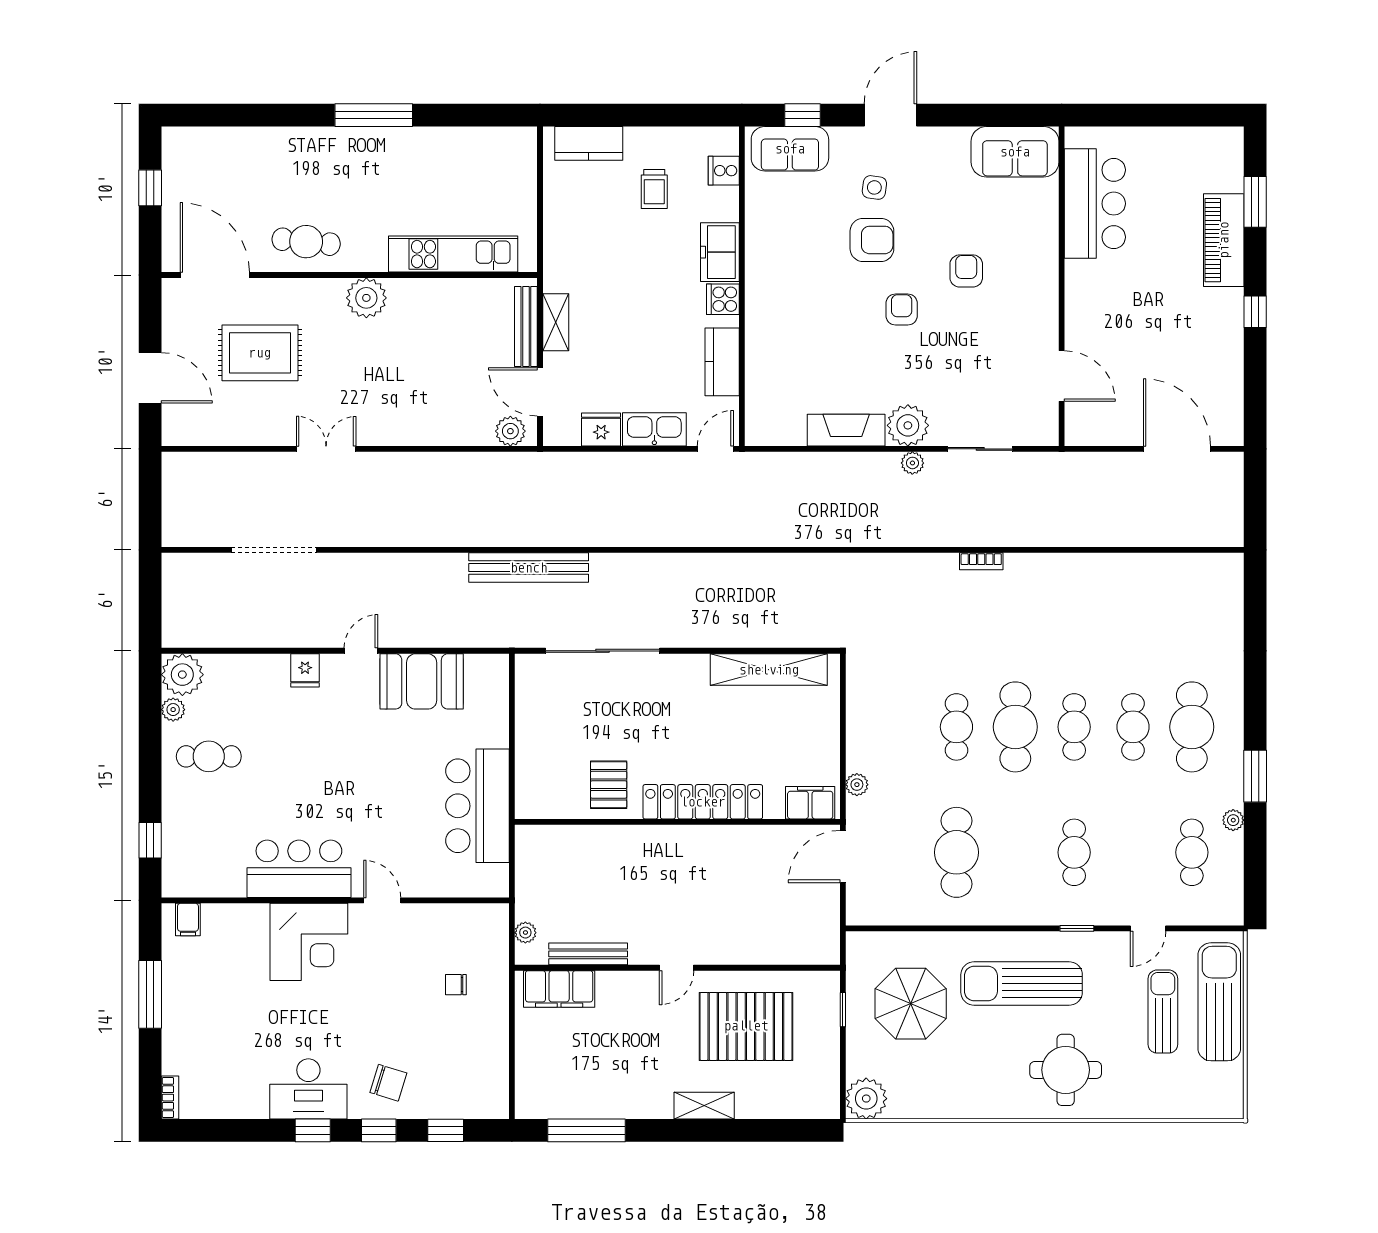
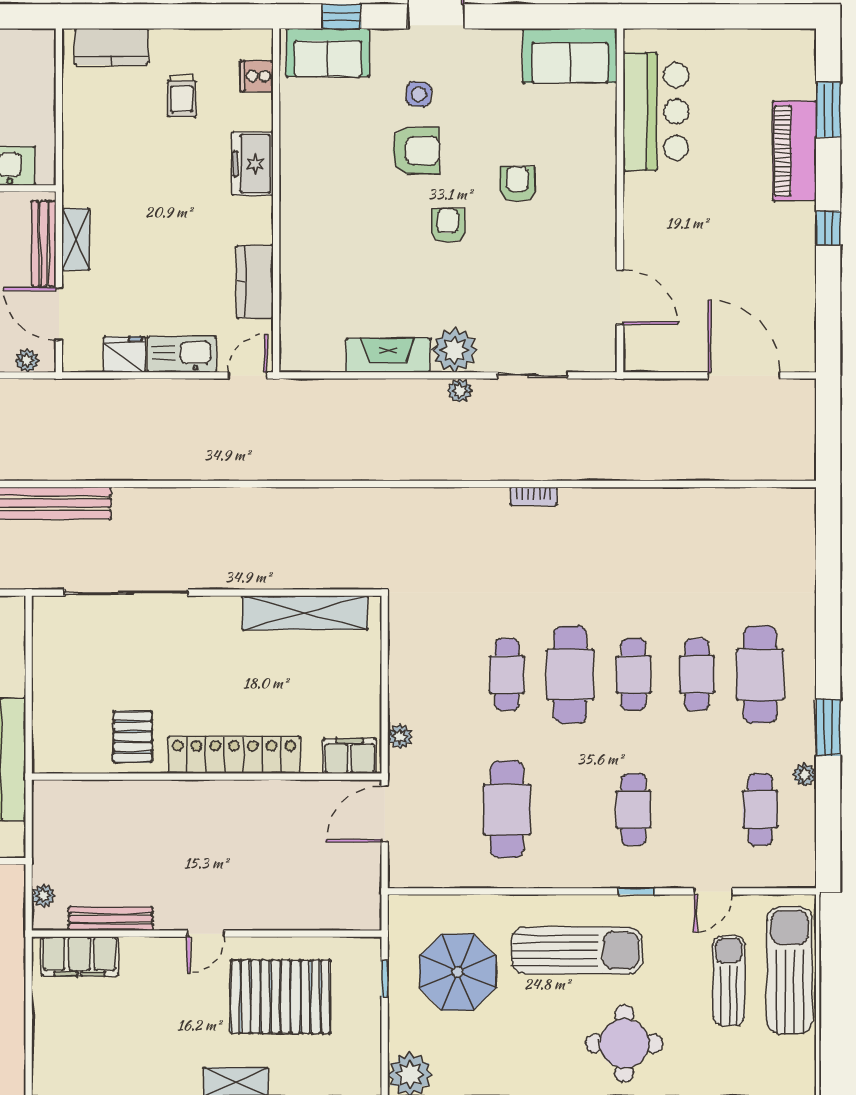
cooker: (723, 299) -> (256, 214), removed
plant: (510, 431) -> (27, 361), width x0.73, depth x0.73
sun lounger: (1022, 983) -> (577, 951), turned 180

